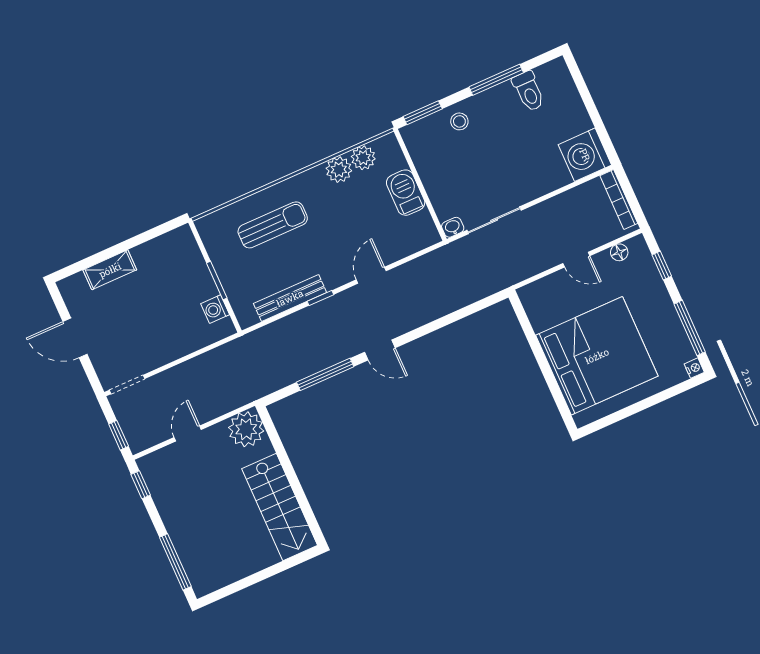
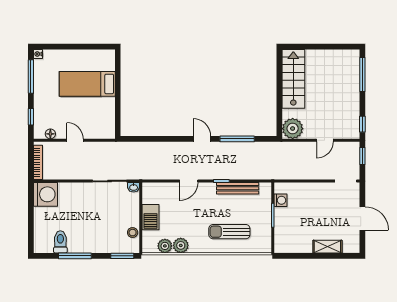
stool: (459, 121) -> (133, 233), moved
bed: (597, 356) -> (87, 84), width x0.49

